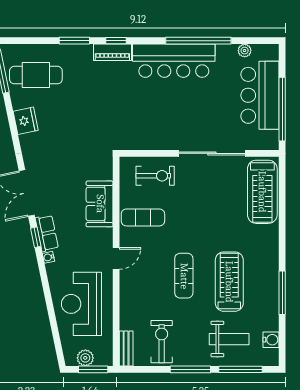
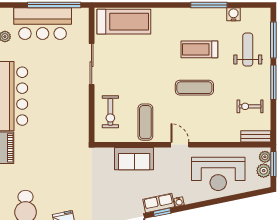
sliding door: (212, 153) -> (92, 64), width x0.73
exercise bike: (155, 176) -> (110, 112), turned 180
treadmill: (229, 282) -> (199, 49), width x0.73, depth x0.73
water cooler: (271, 340) -> (233, 14), moved
exercise bike: (162, 342) -> (250, 106), width x0.73, depth x0.72
plant: (102, 359) -> (265, 157), added

